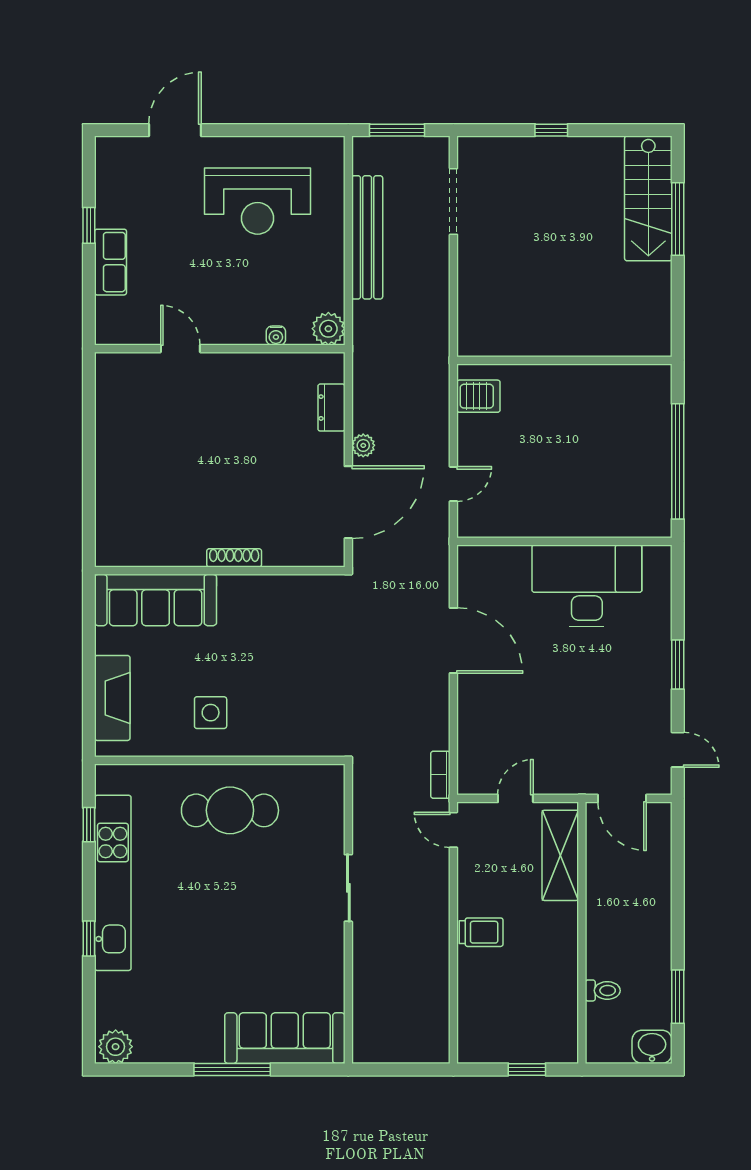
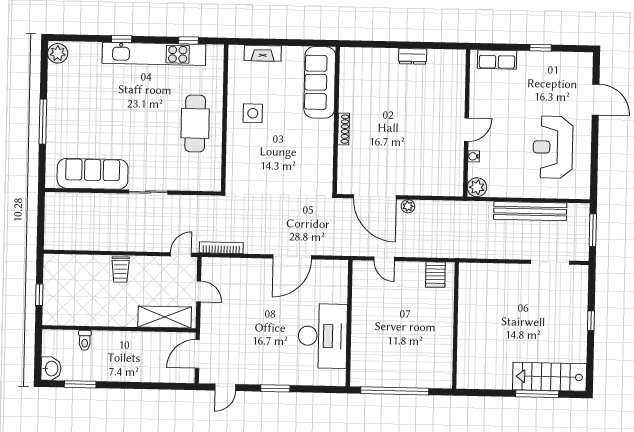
row of seats: (111, 262) -> (497, 60), moved
door: (180, 349) -> (466, 130), moved
dresser: (331, 408) -> (413, 56), moved, turned 180
fireplace: (112, 698) -> (263, 53), width x0.73, depth x0.76
bookcase: (440, 775) -> (221, 248), width x1.56
sofa: (285, 1038) -> (93, 174), moved, turned -90

